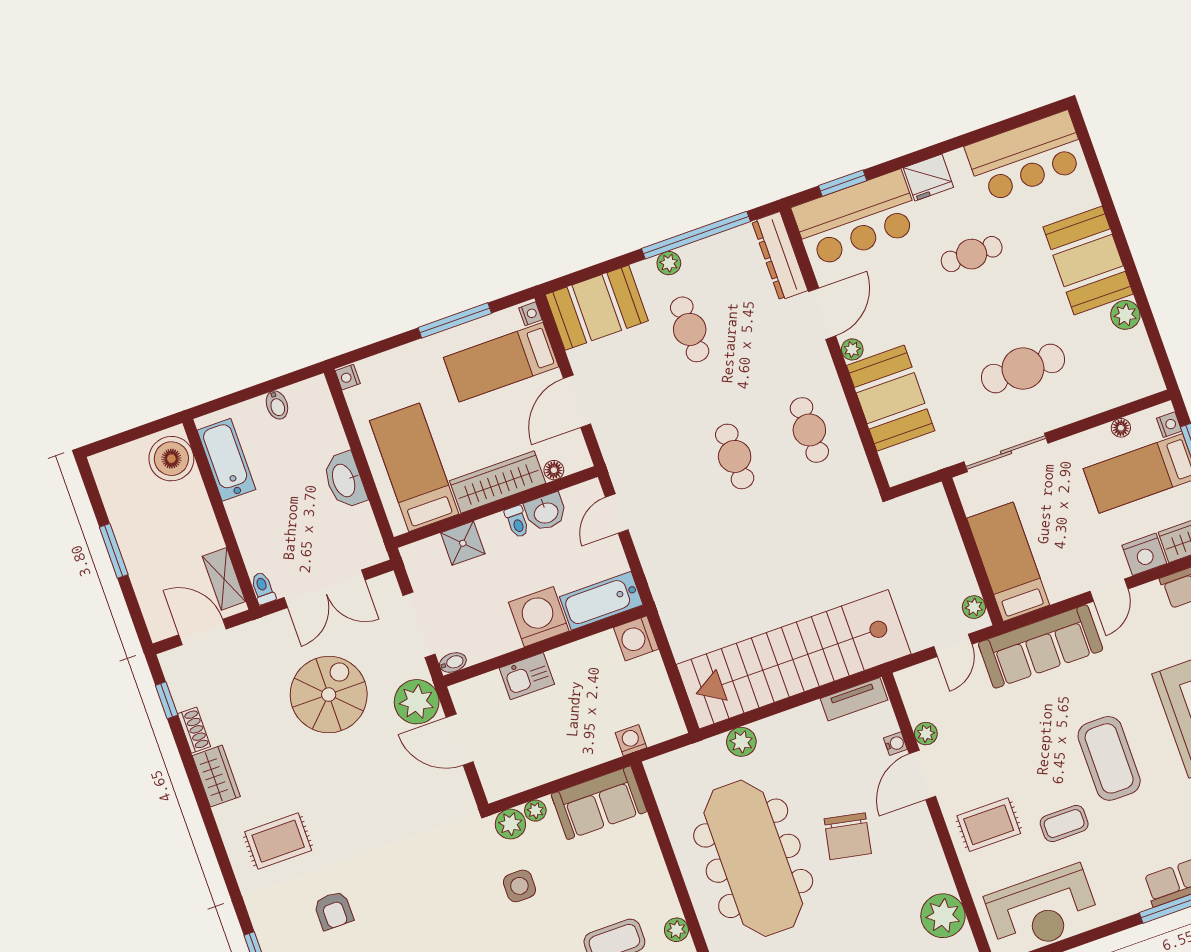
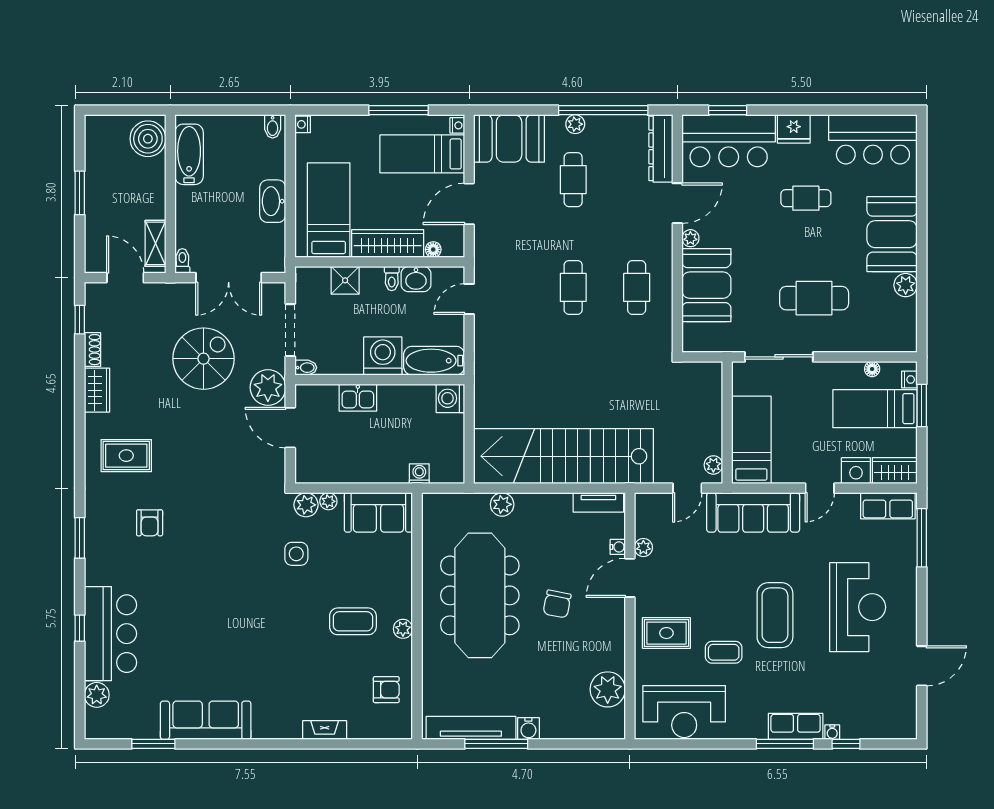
bidet: (277, 405) -> (273, 126), moved
chair: (848, 836) -> (557, 604), width x0.73, depth x0.73

